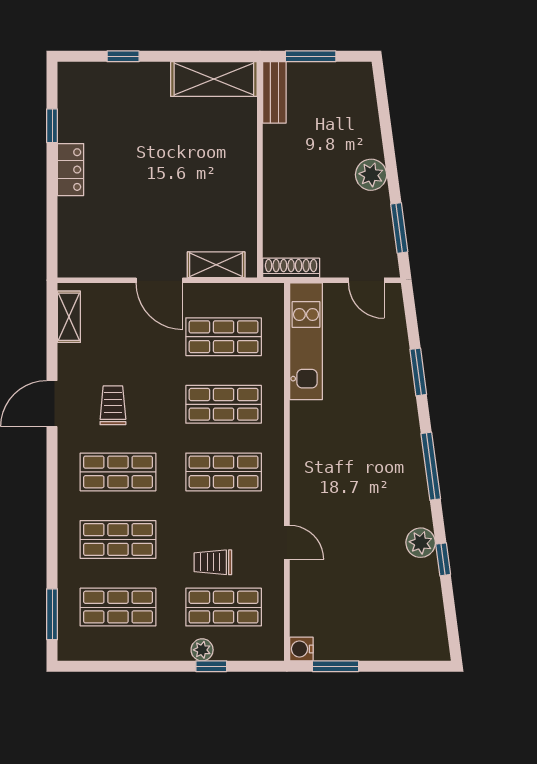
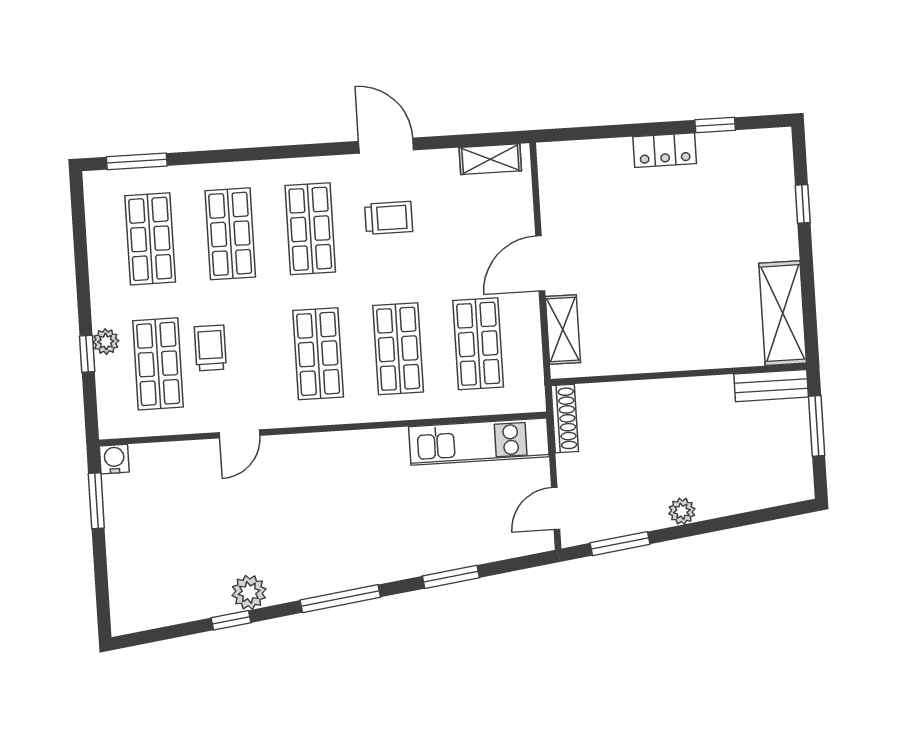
plant: (371, 175) -> (682, 511), width x0.73, depth x0.73

